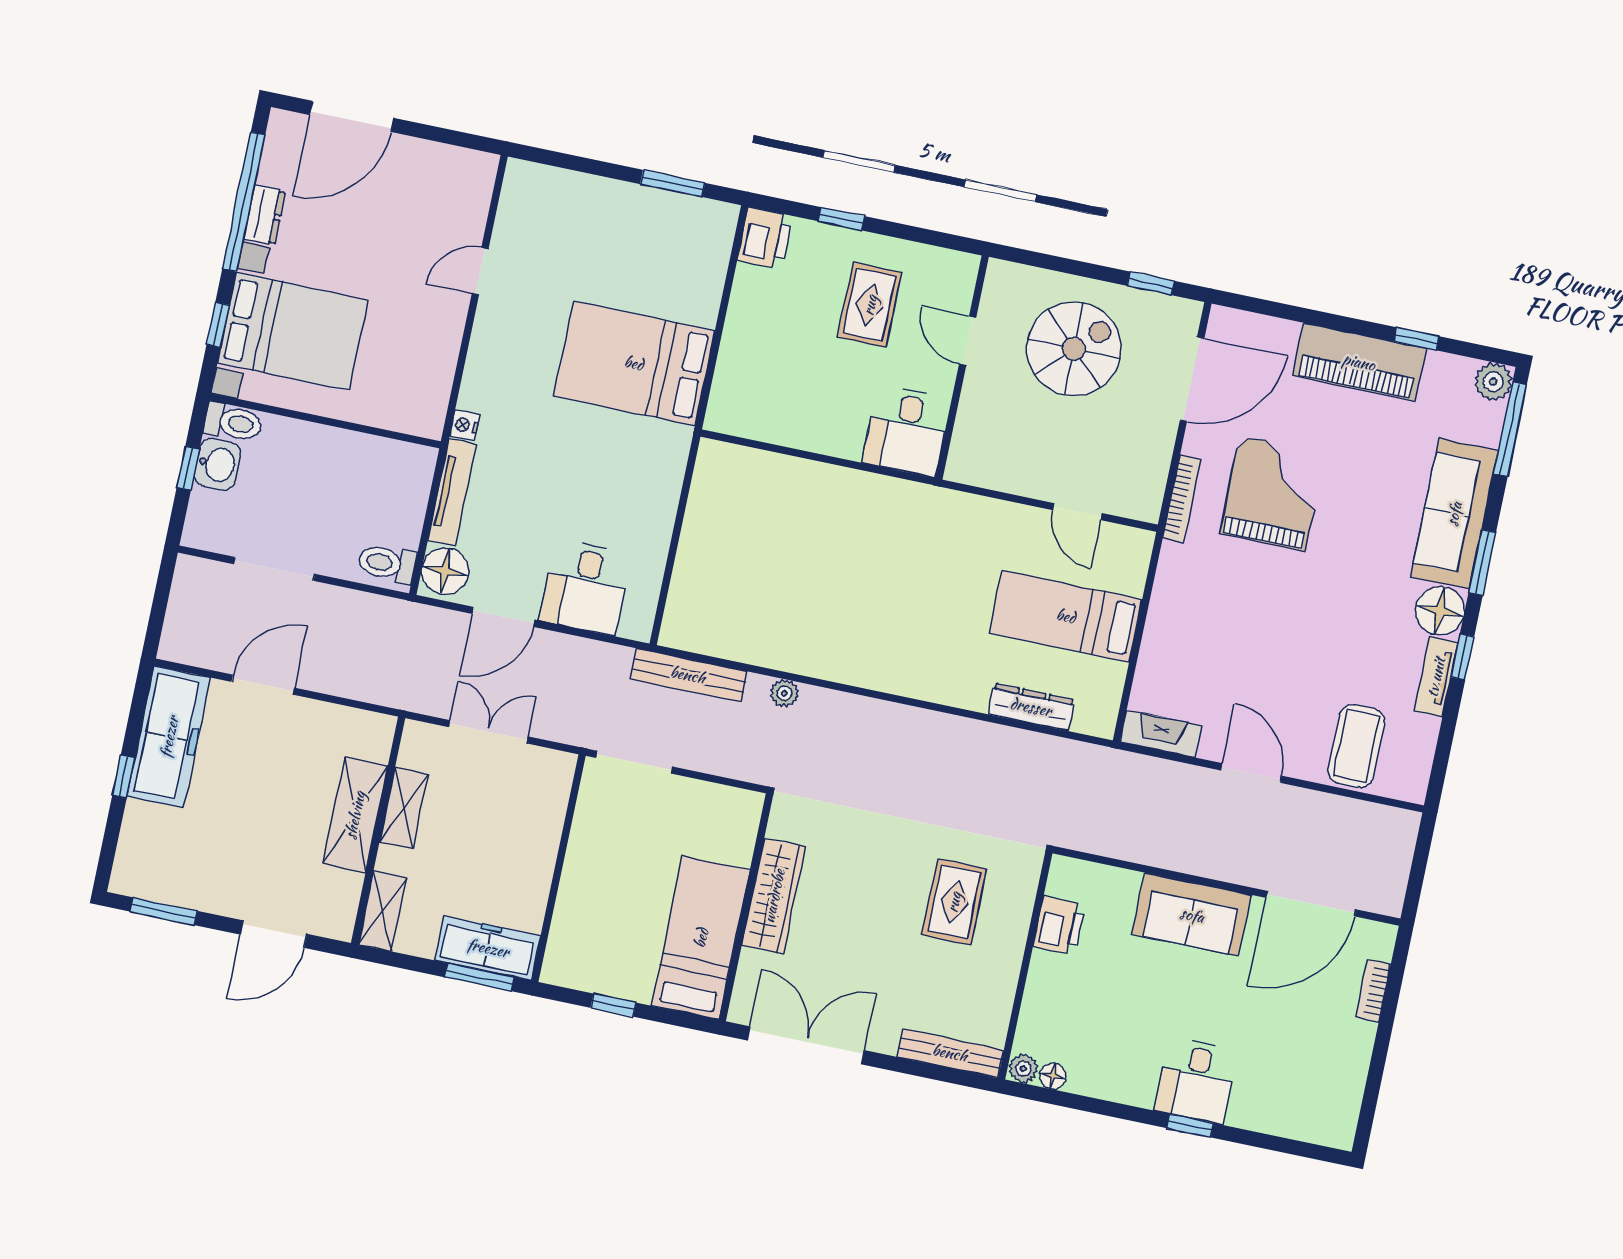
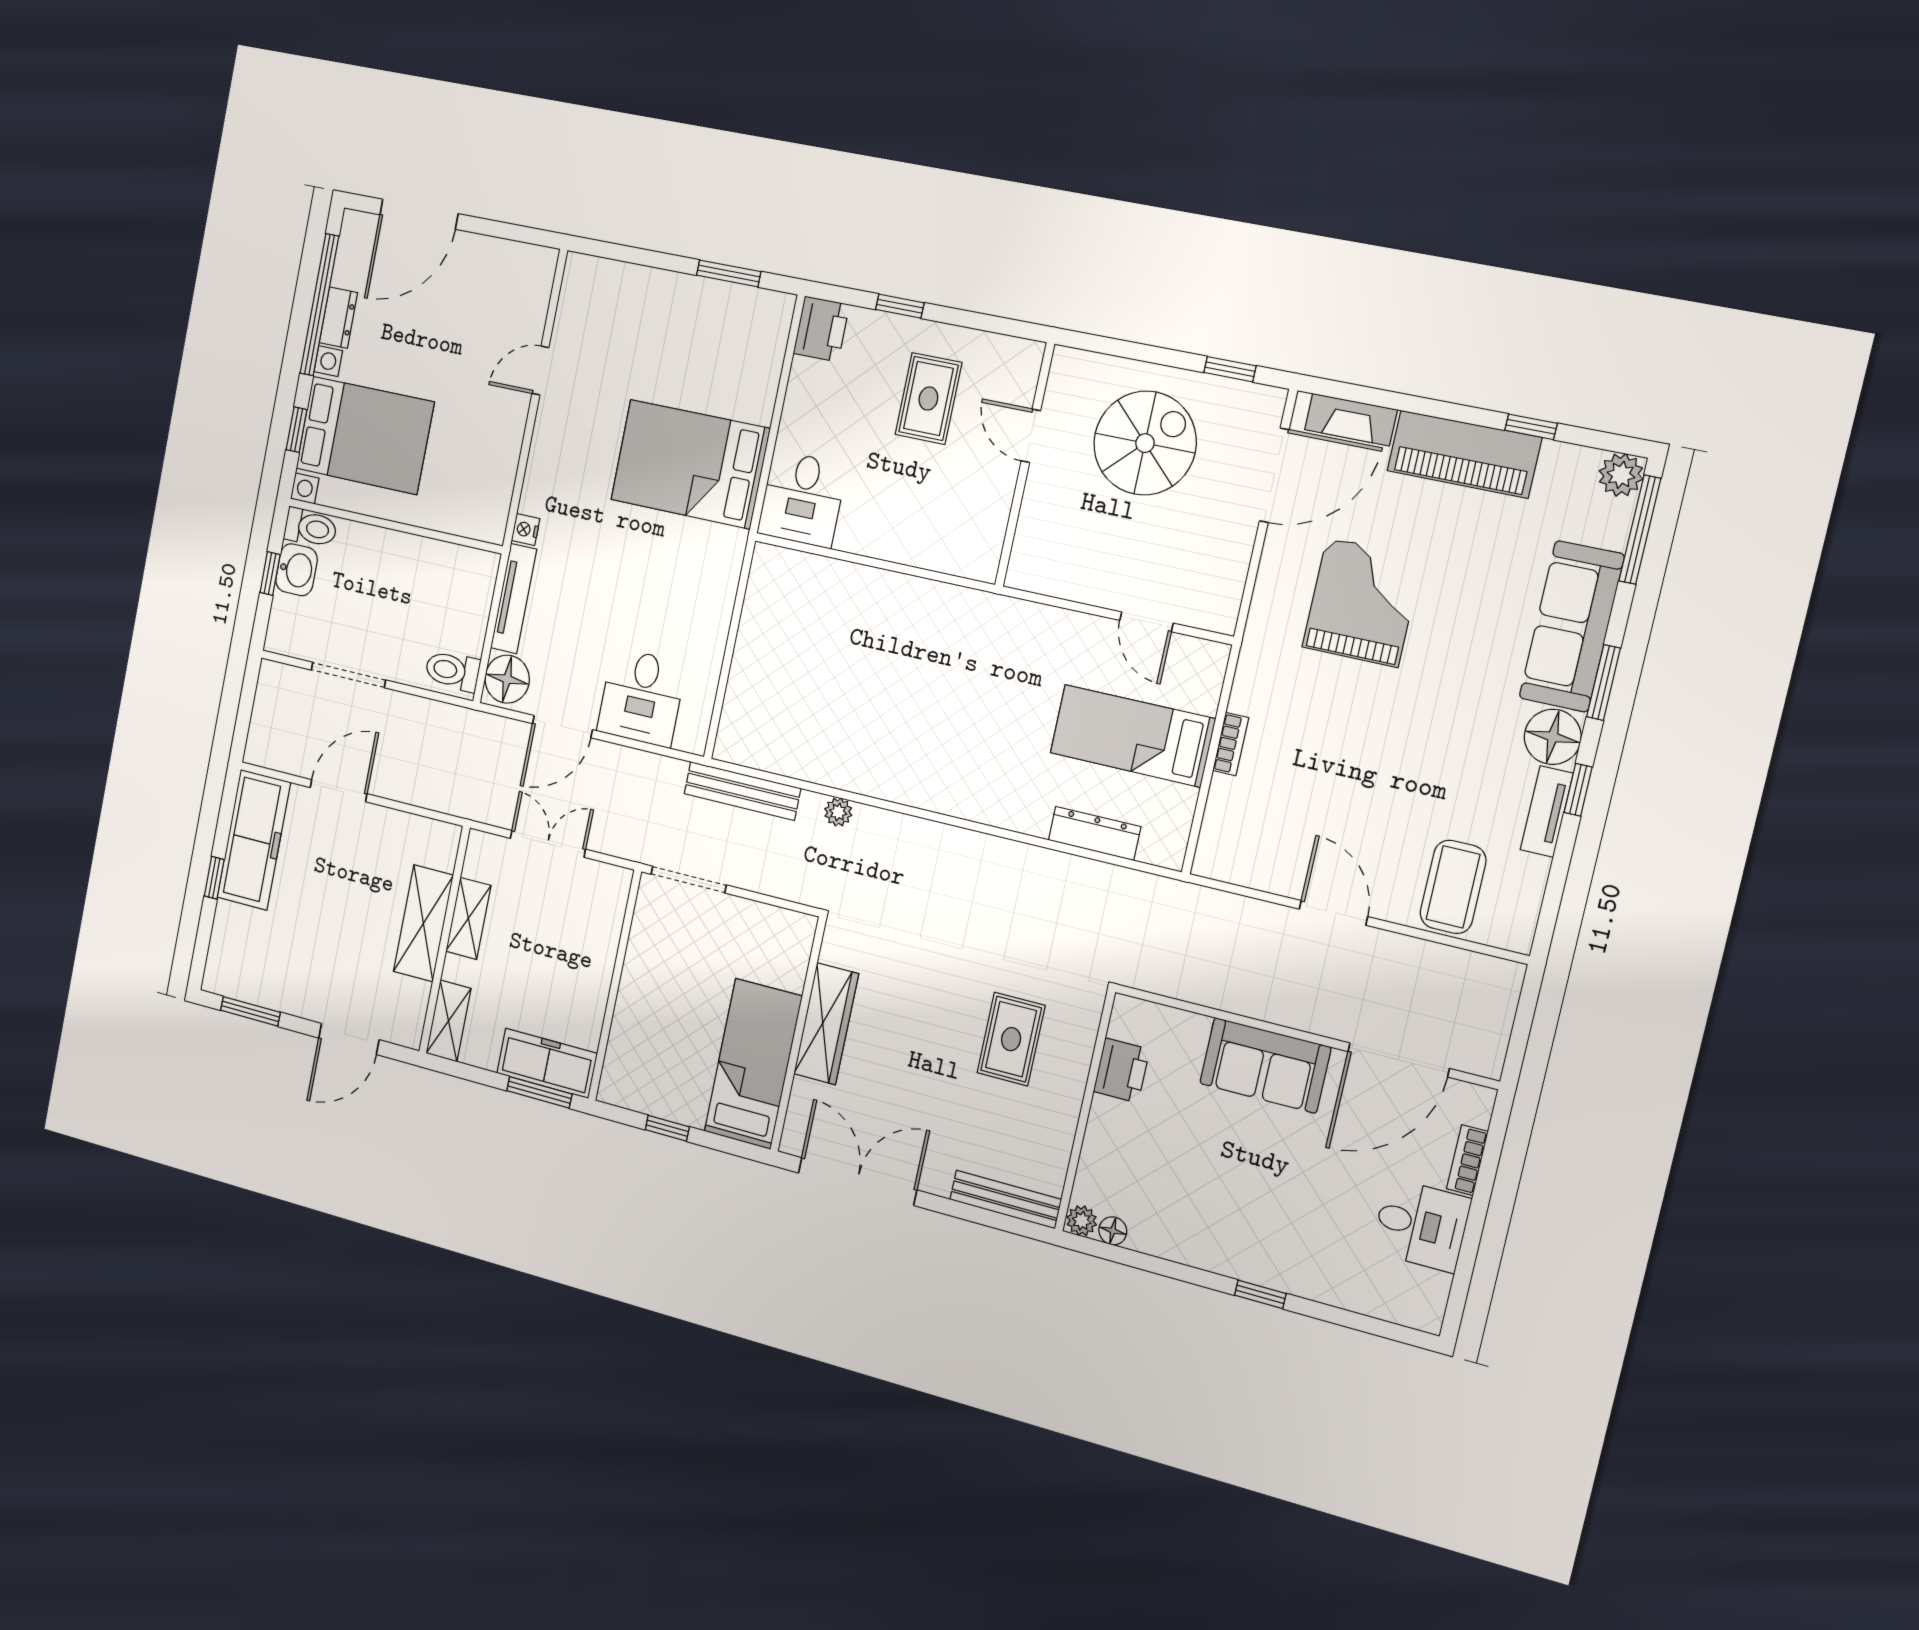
desk: (907, 431) -> (802, 499), moved
bookcase: (1182, 499) -> (1231, 744), moved, width x0.64
fireplace: (1161, 734) -> (1351, 420), moved, turned 180
desk: (1196, 1081) -> (1421, 1225), moved, turned -90

